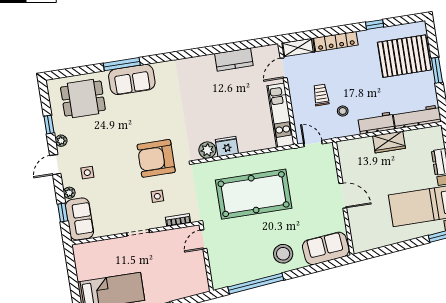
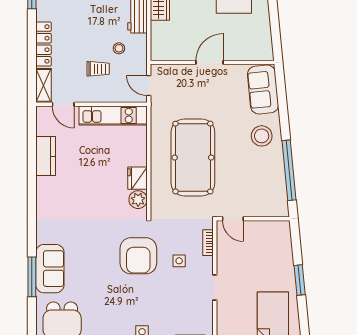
trolley: (321, 95) -> (98, 69), turned 180
door: (313, 143) -> (149, 86), hinge flipped

